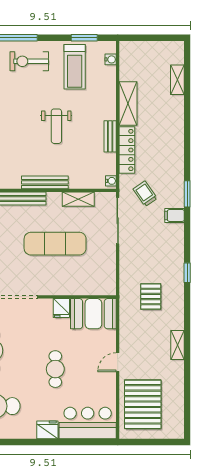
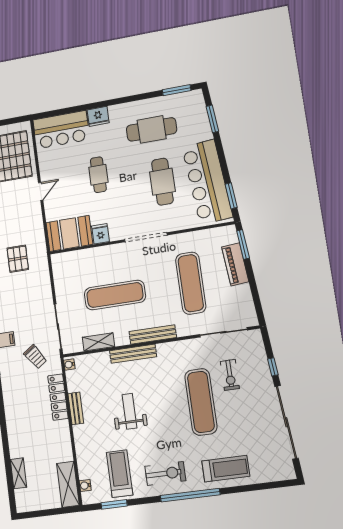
shelving: (128, 103) -> (68, 484), moved

